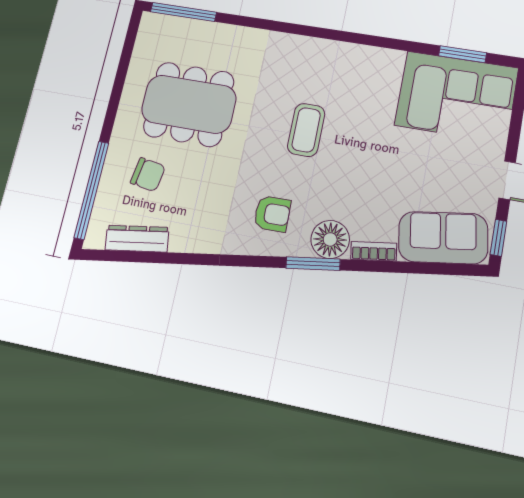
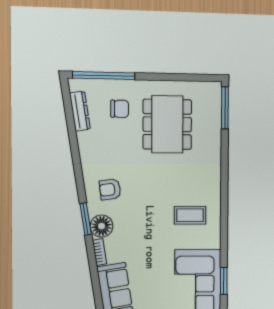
coffee table: (306, 130) -> (190, 215), moved
chair: (148, 175) -> (120, 109), turned -99
armchair: (272, 214) -> (110, 189), turned 84

